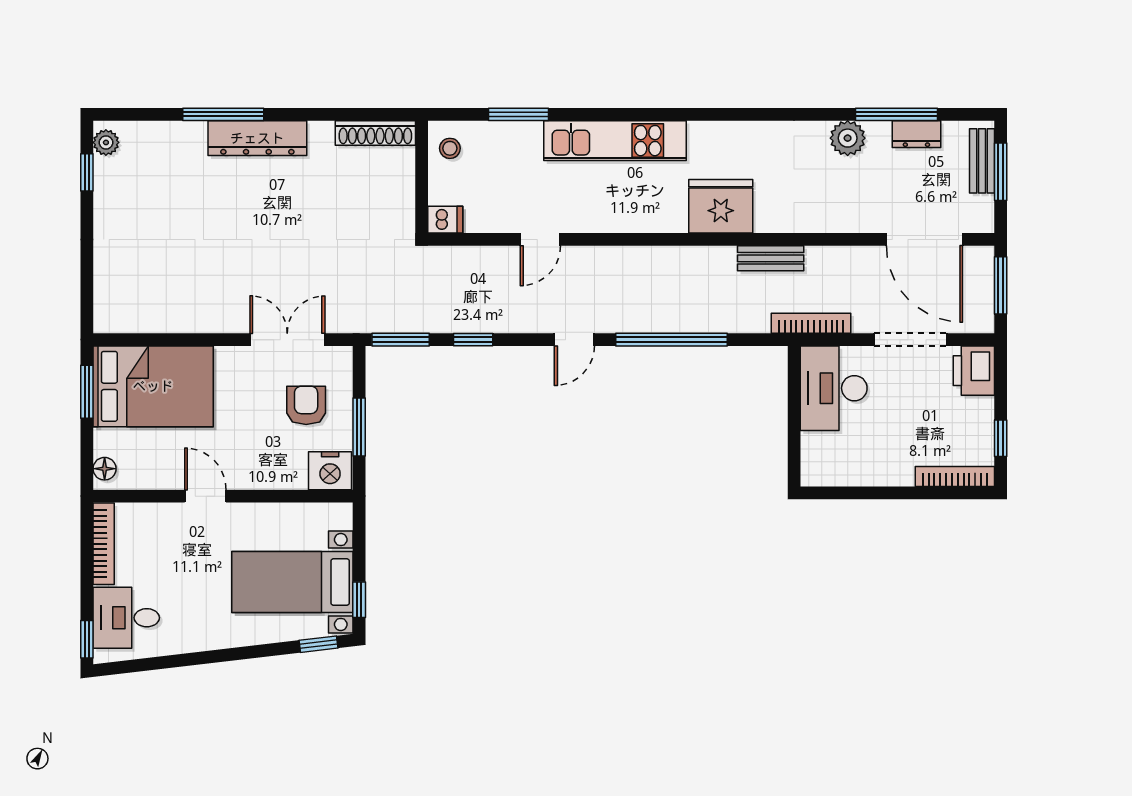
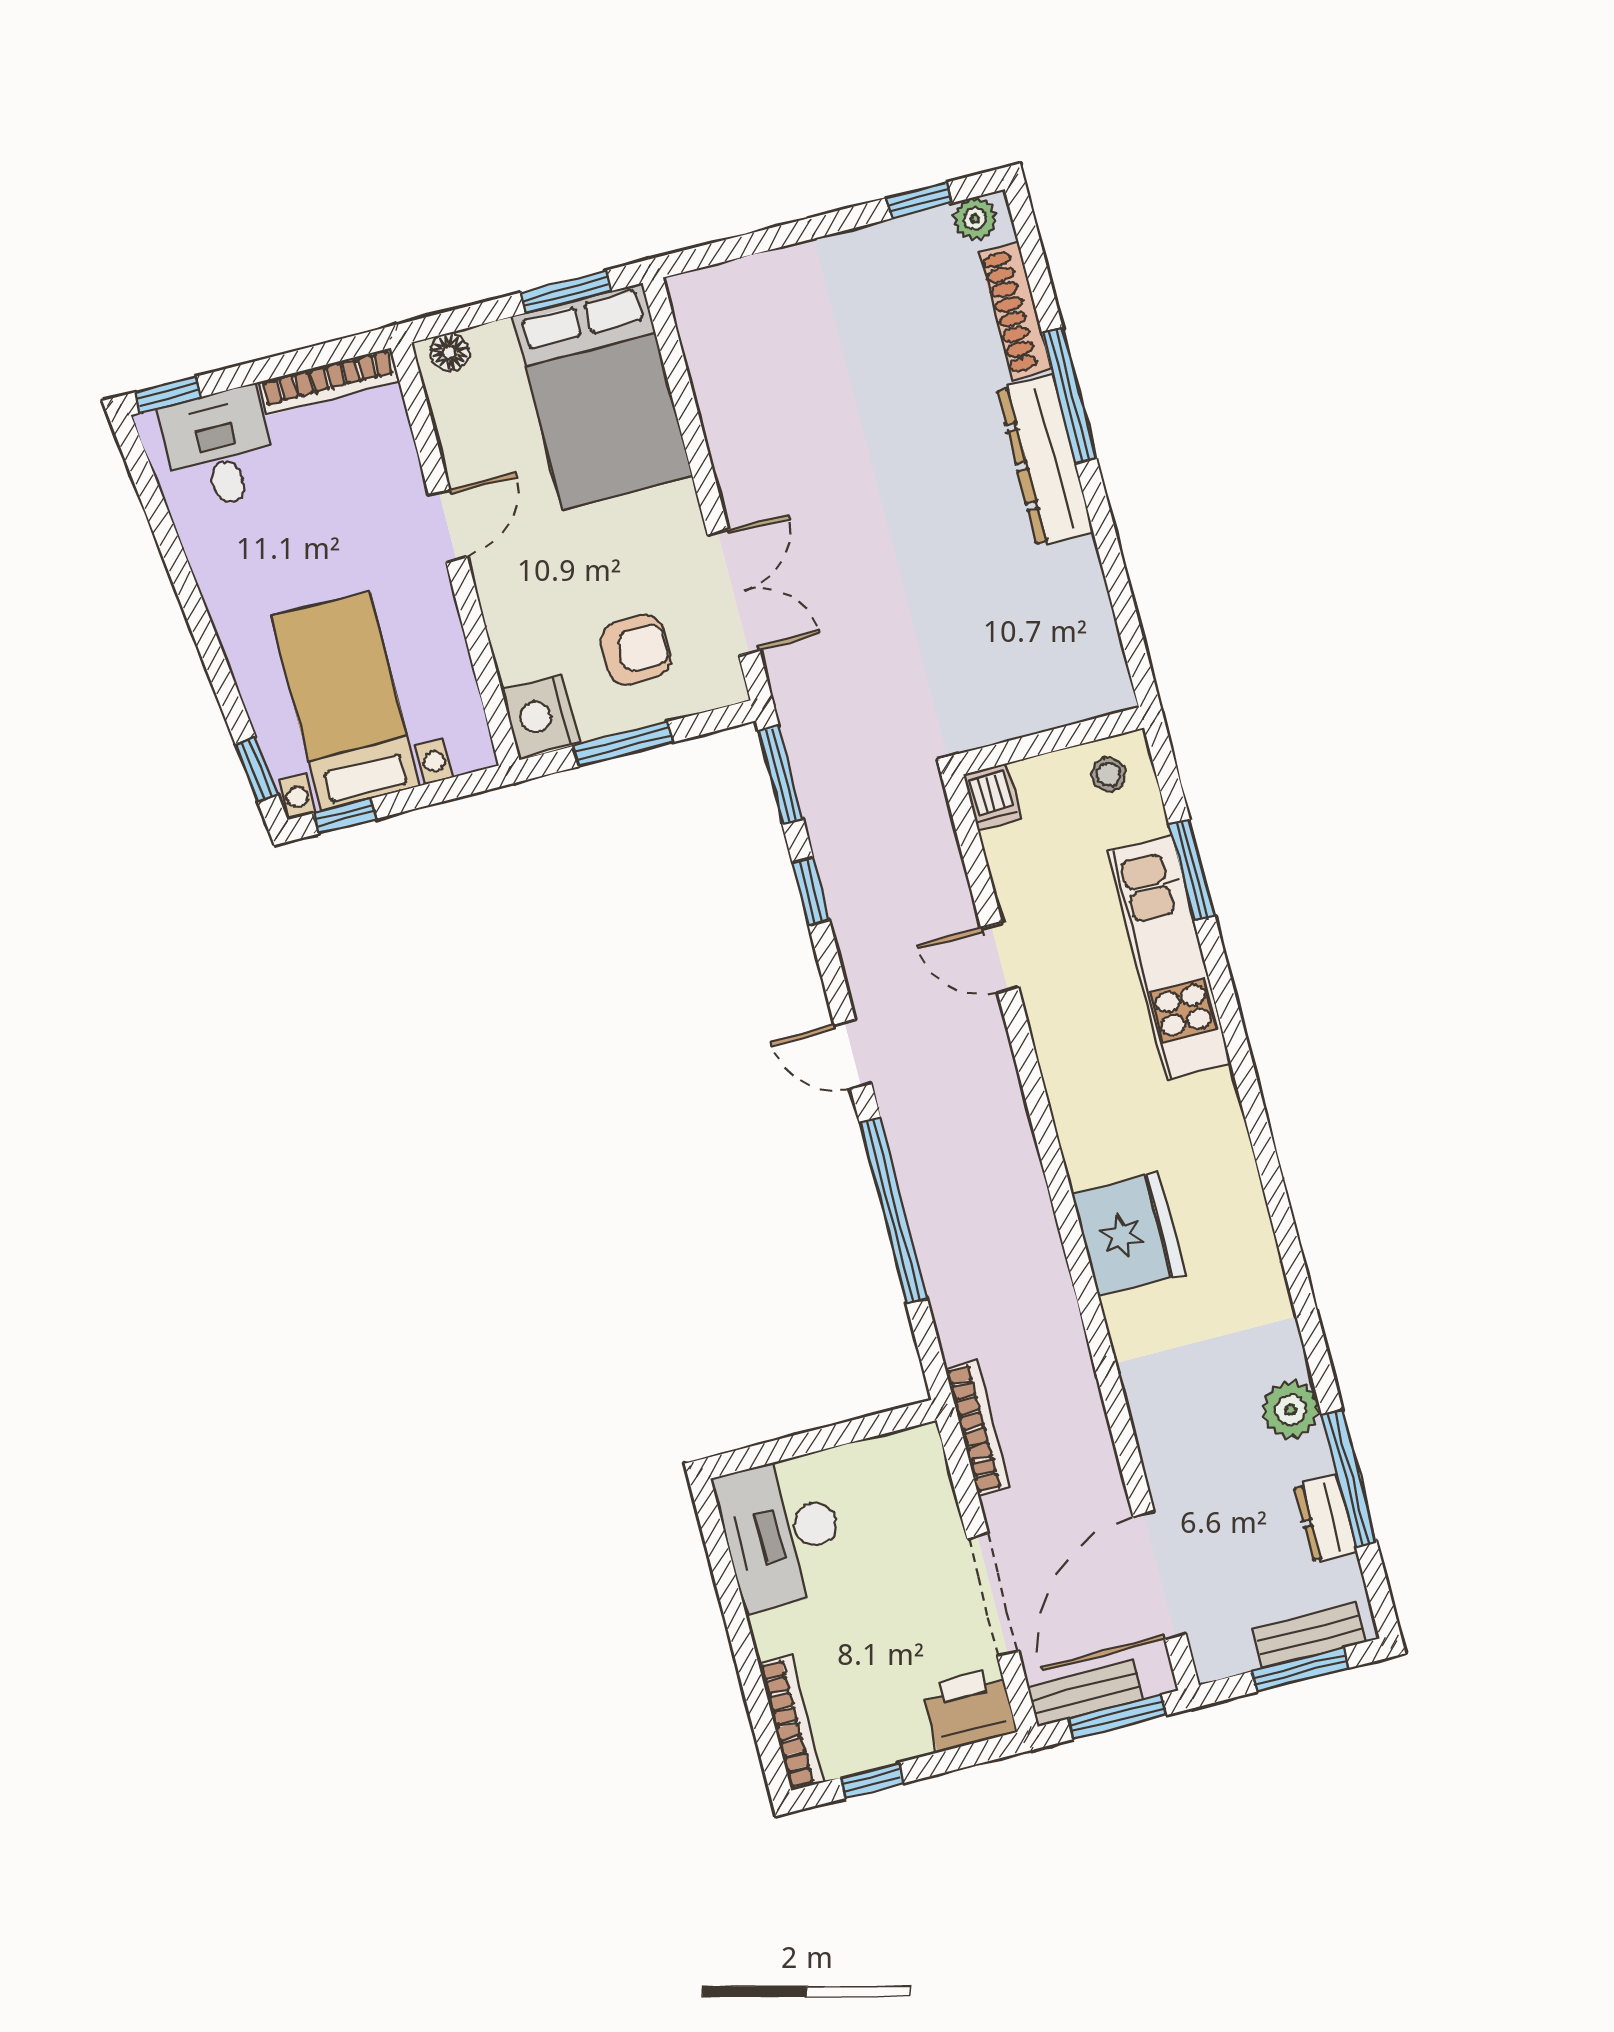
shoe rack: (375, 133) -> (1015, 311), moved
kitchen unit: (615, 141) -> (1169, 958), moved
bench: (771, 258) -> (1085, 1693), moved, turned 90
desk: (834, 388) -> (782, 1533), moved, turned -90

